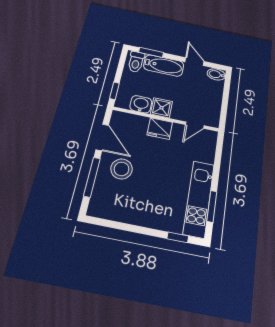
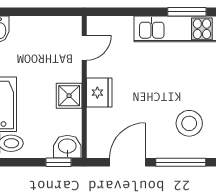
washbasin: (141, 104) -> (67, 147), moved, turned 90
door: (195, 125) -> (84, 48), hinge flipped
stool: (122, 169) -> (189, 123), moved

